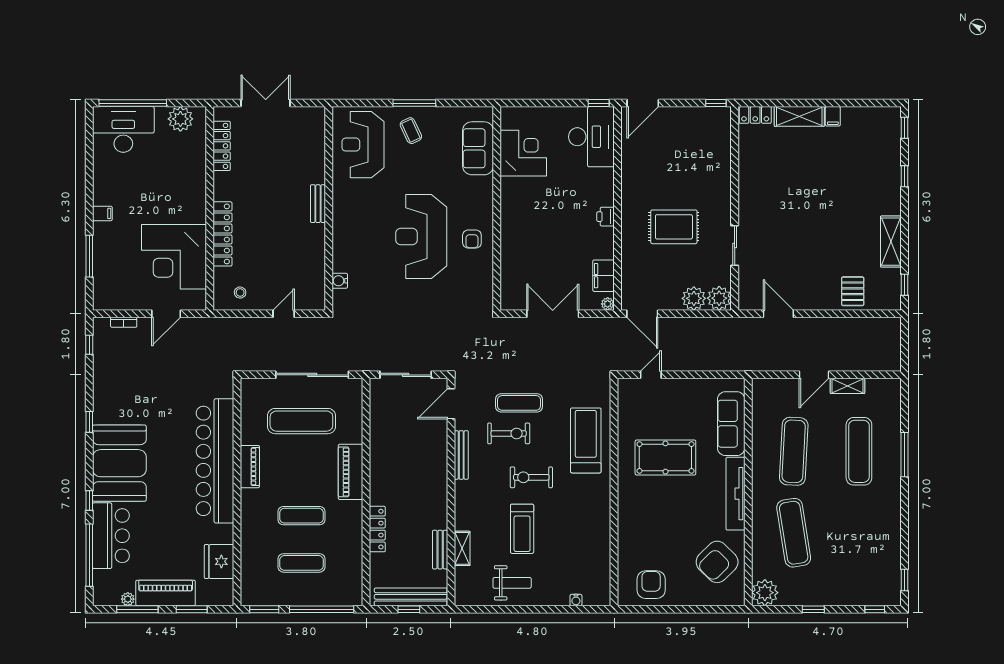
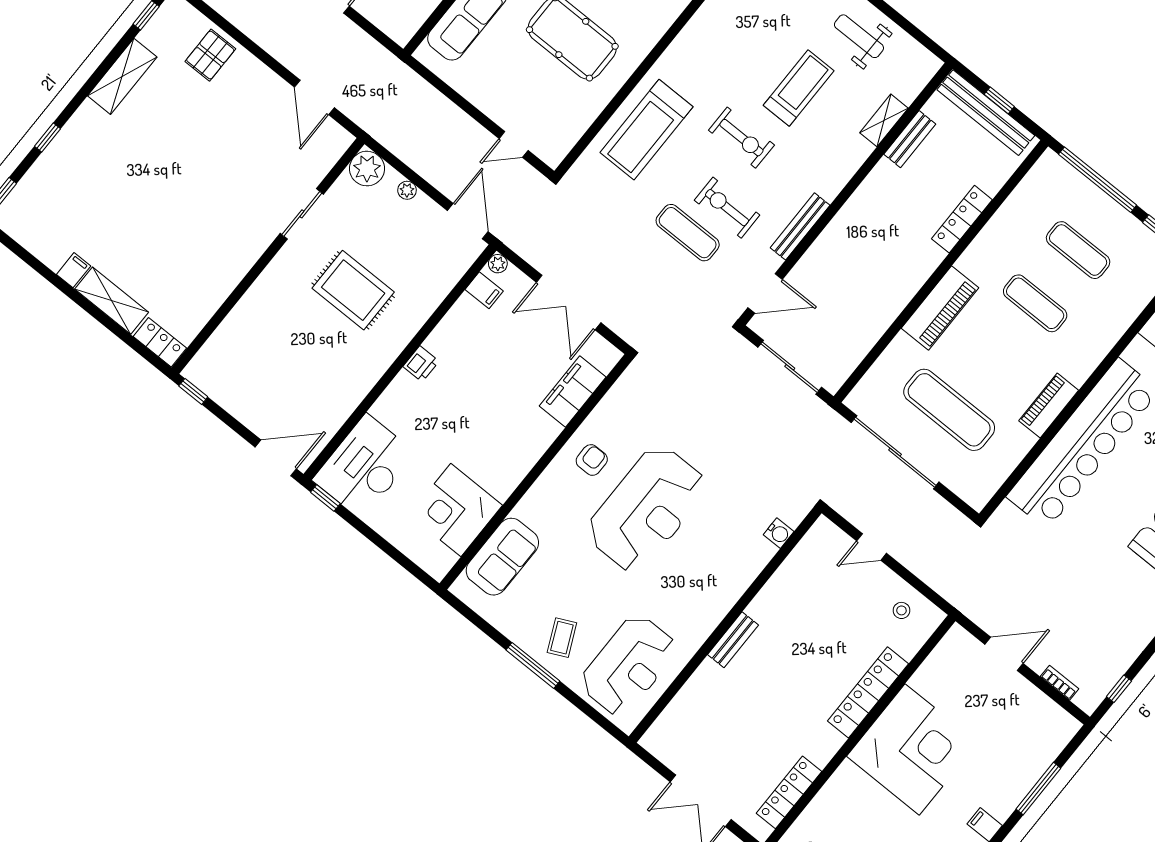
corner desk: (174, 257) -> (912, 749), moved
filing cabinet: (512, 268) -> (573, 392), added
filing cabinet: (603, 276) -> (484, 290), width x0.50
plant: (694, 298) -> (407, 190), width x0.53, depth x0.53

